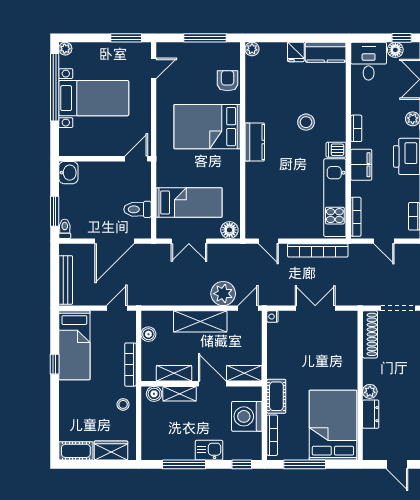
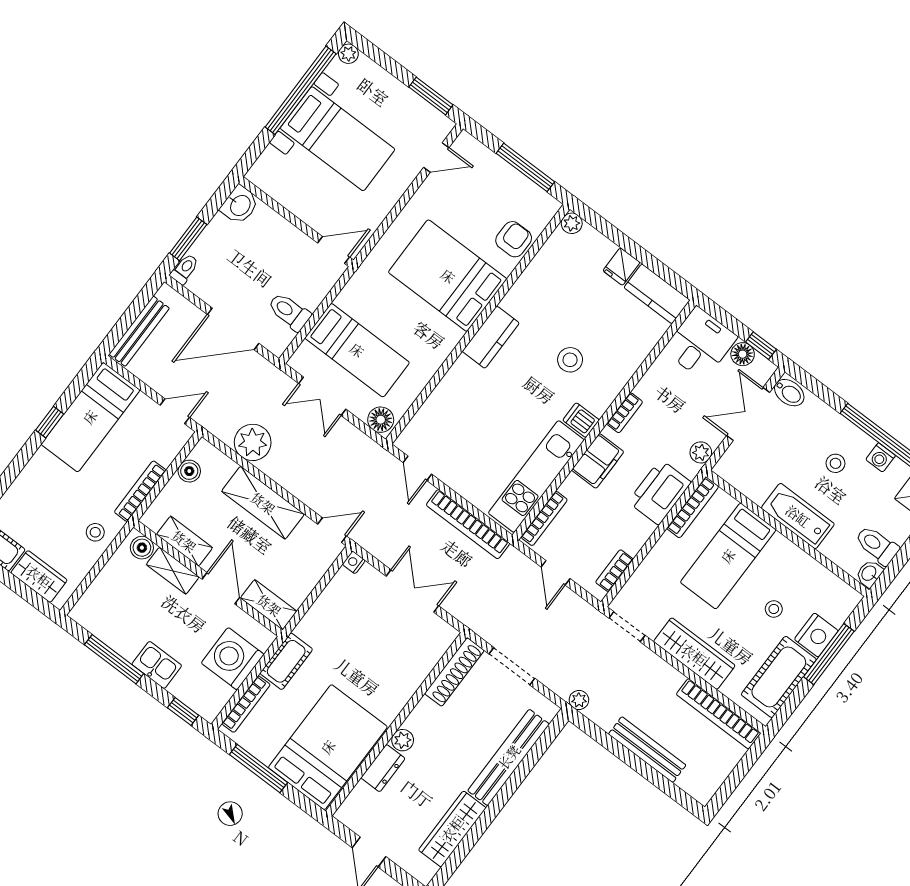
plant: (223, 294) -> (253, 442), moved

